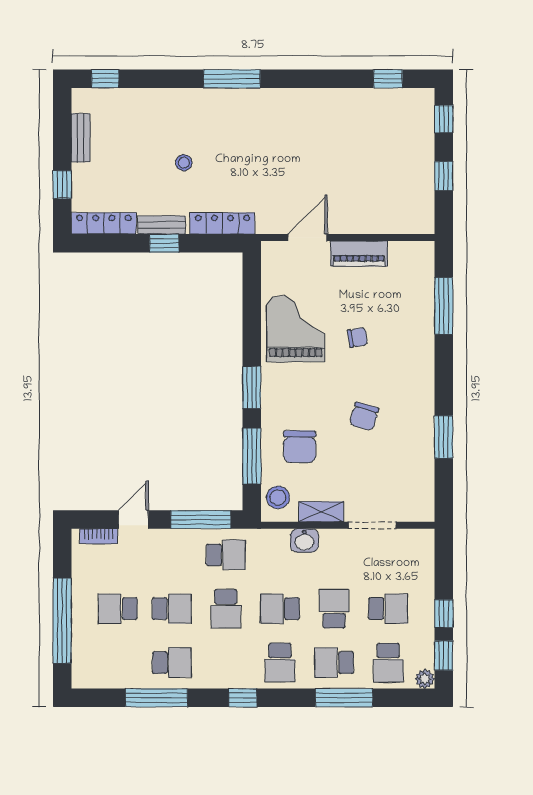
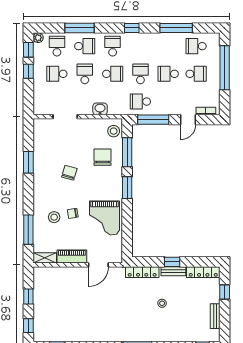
stool: (394, 330) -> (54, 217), added
shelving: (321, 512) -> (45, 258), moved
school desk: (334, 609) -> (85, 74), turned 180
school desk: (172, 663) -> (196, 46), moved

